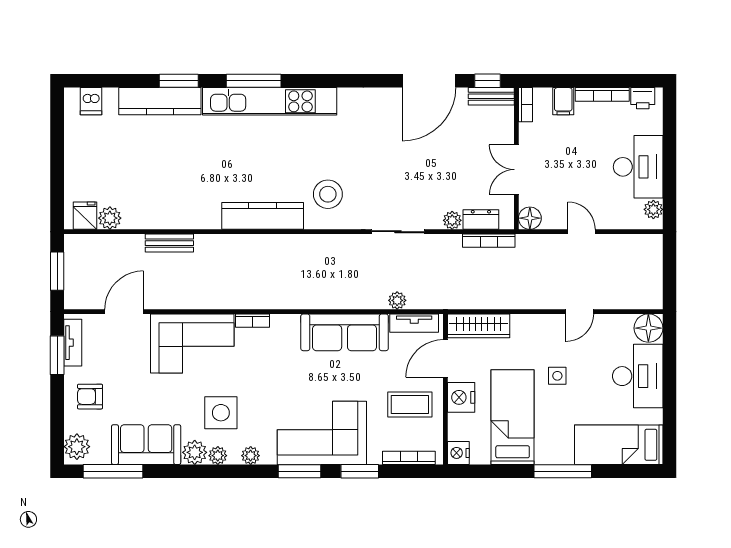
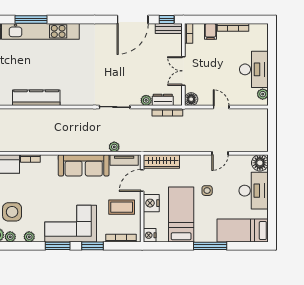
printer: (643, 98) -> (257, 30), removed
stool: (328, 194) -> (74, 85), removed

